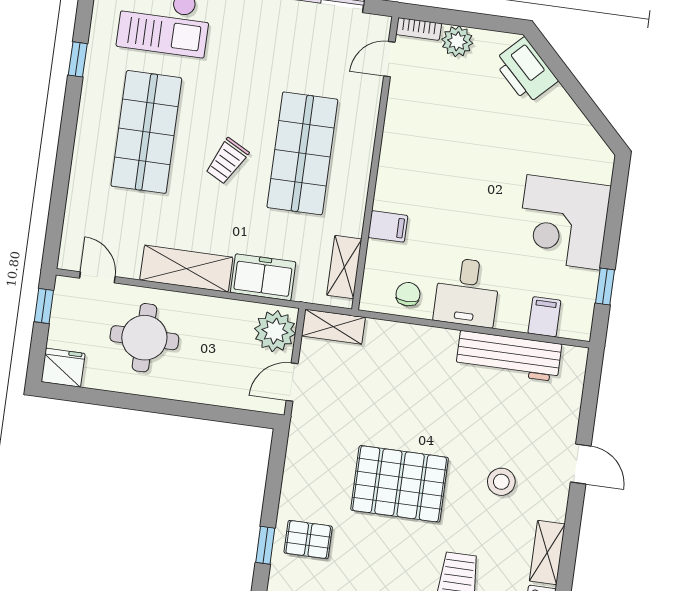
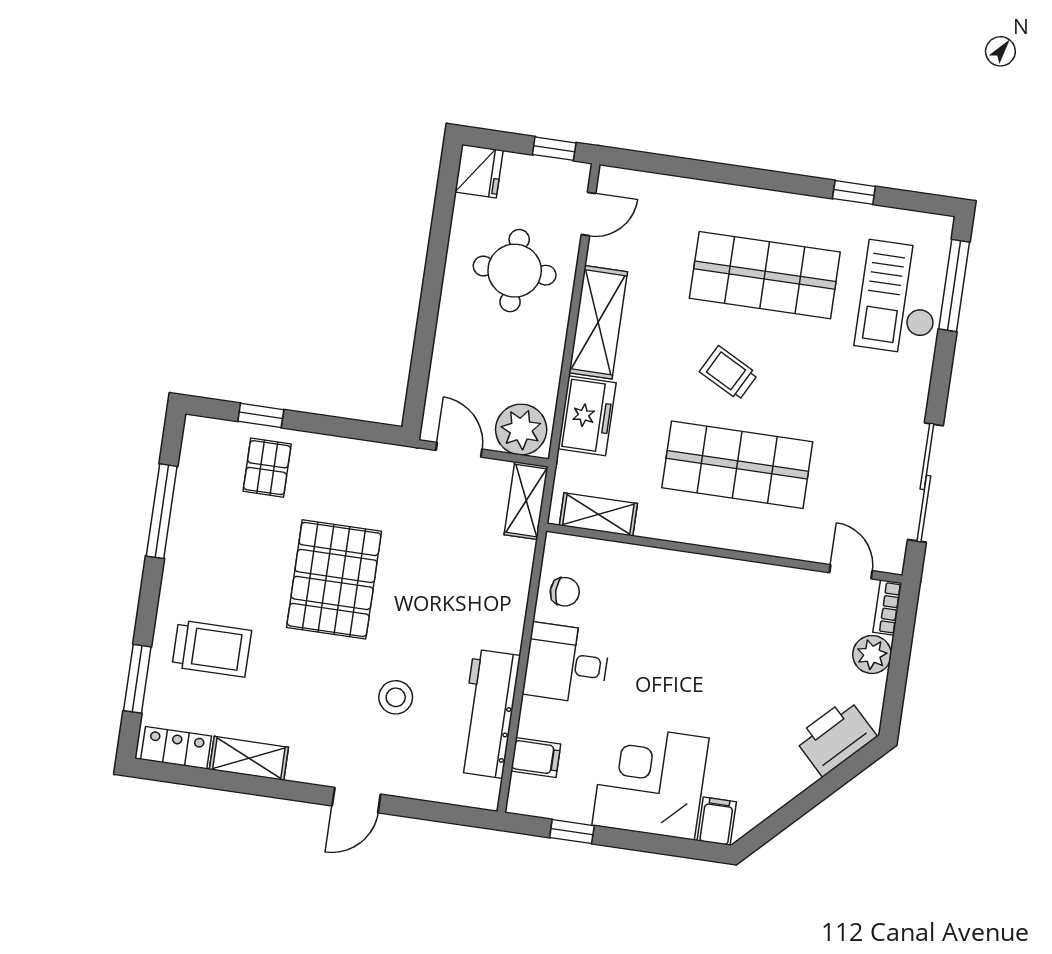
filing cabinet: (388, 226) -> (717, 821), moved, turned 180
stool: (501, 482) -> (396, 697), moved

